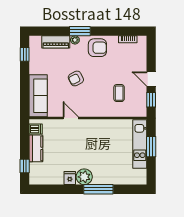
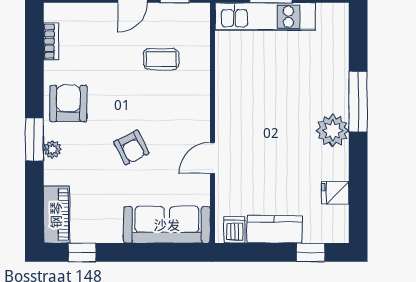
piano: (56, 42) -> (56, 215), moved
fridge: (70, 178) -> (335, 193), moved

